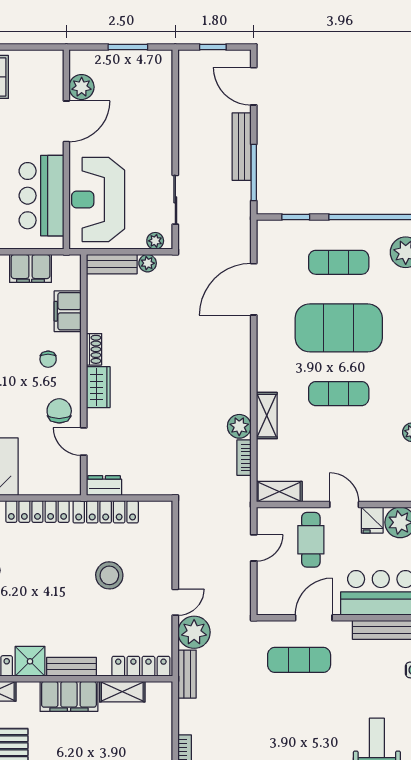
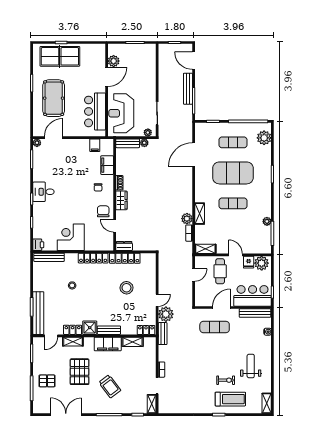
filing cabinet: (31, 268) -> (95, 145), width x0.50
locker: (141, 666) -> (146, 330), width x0.66

